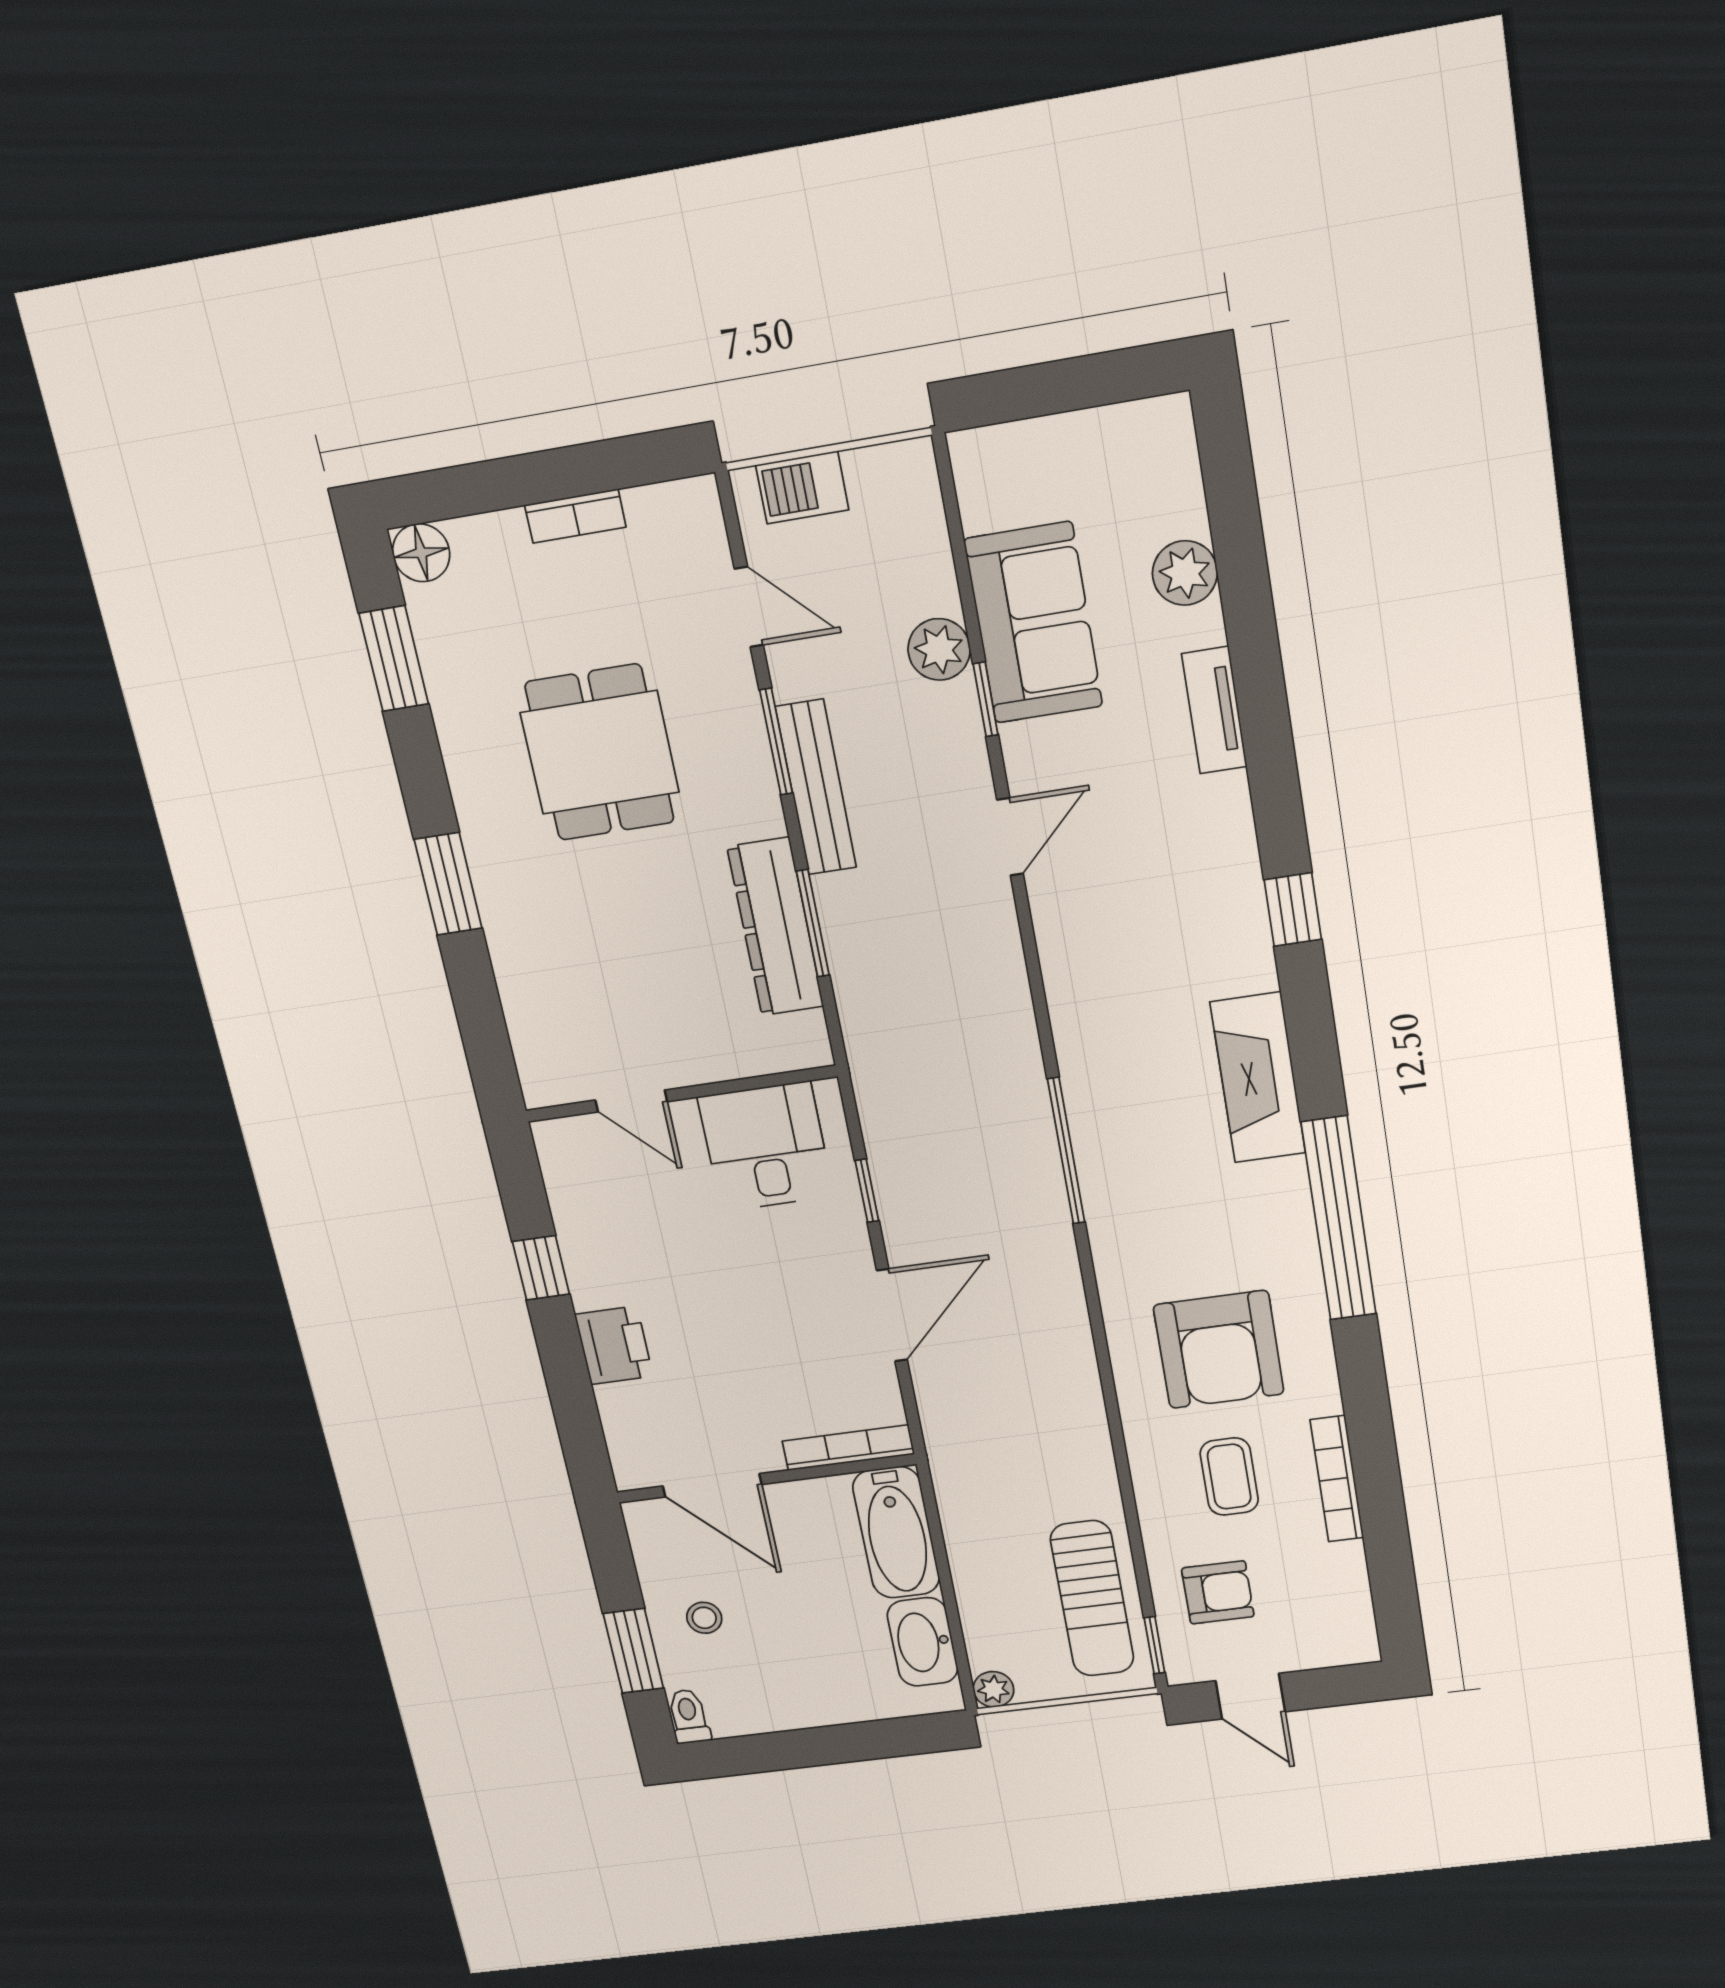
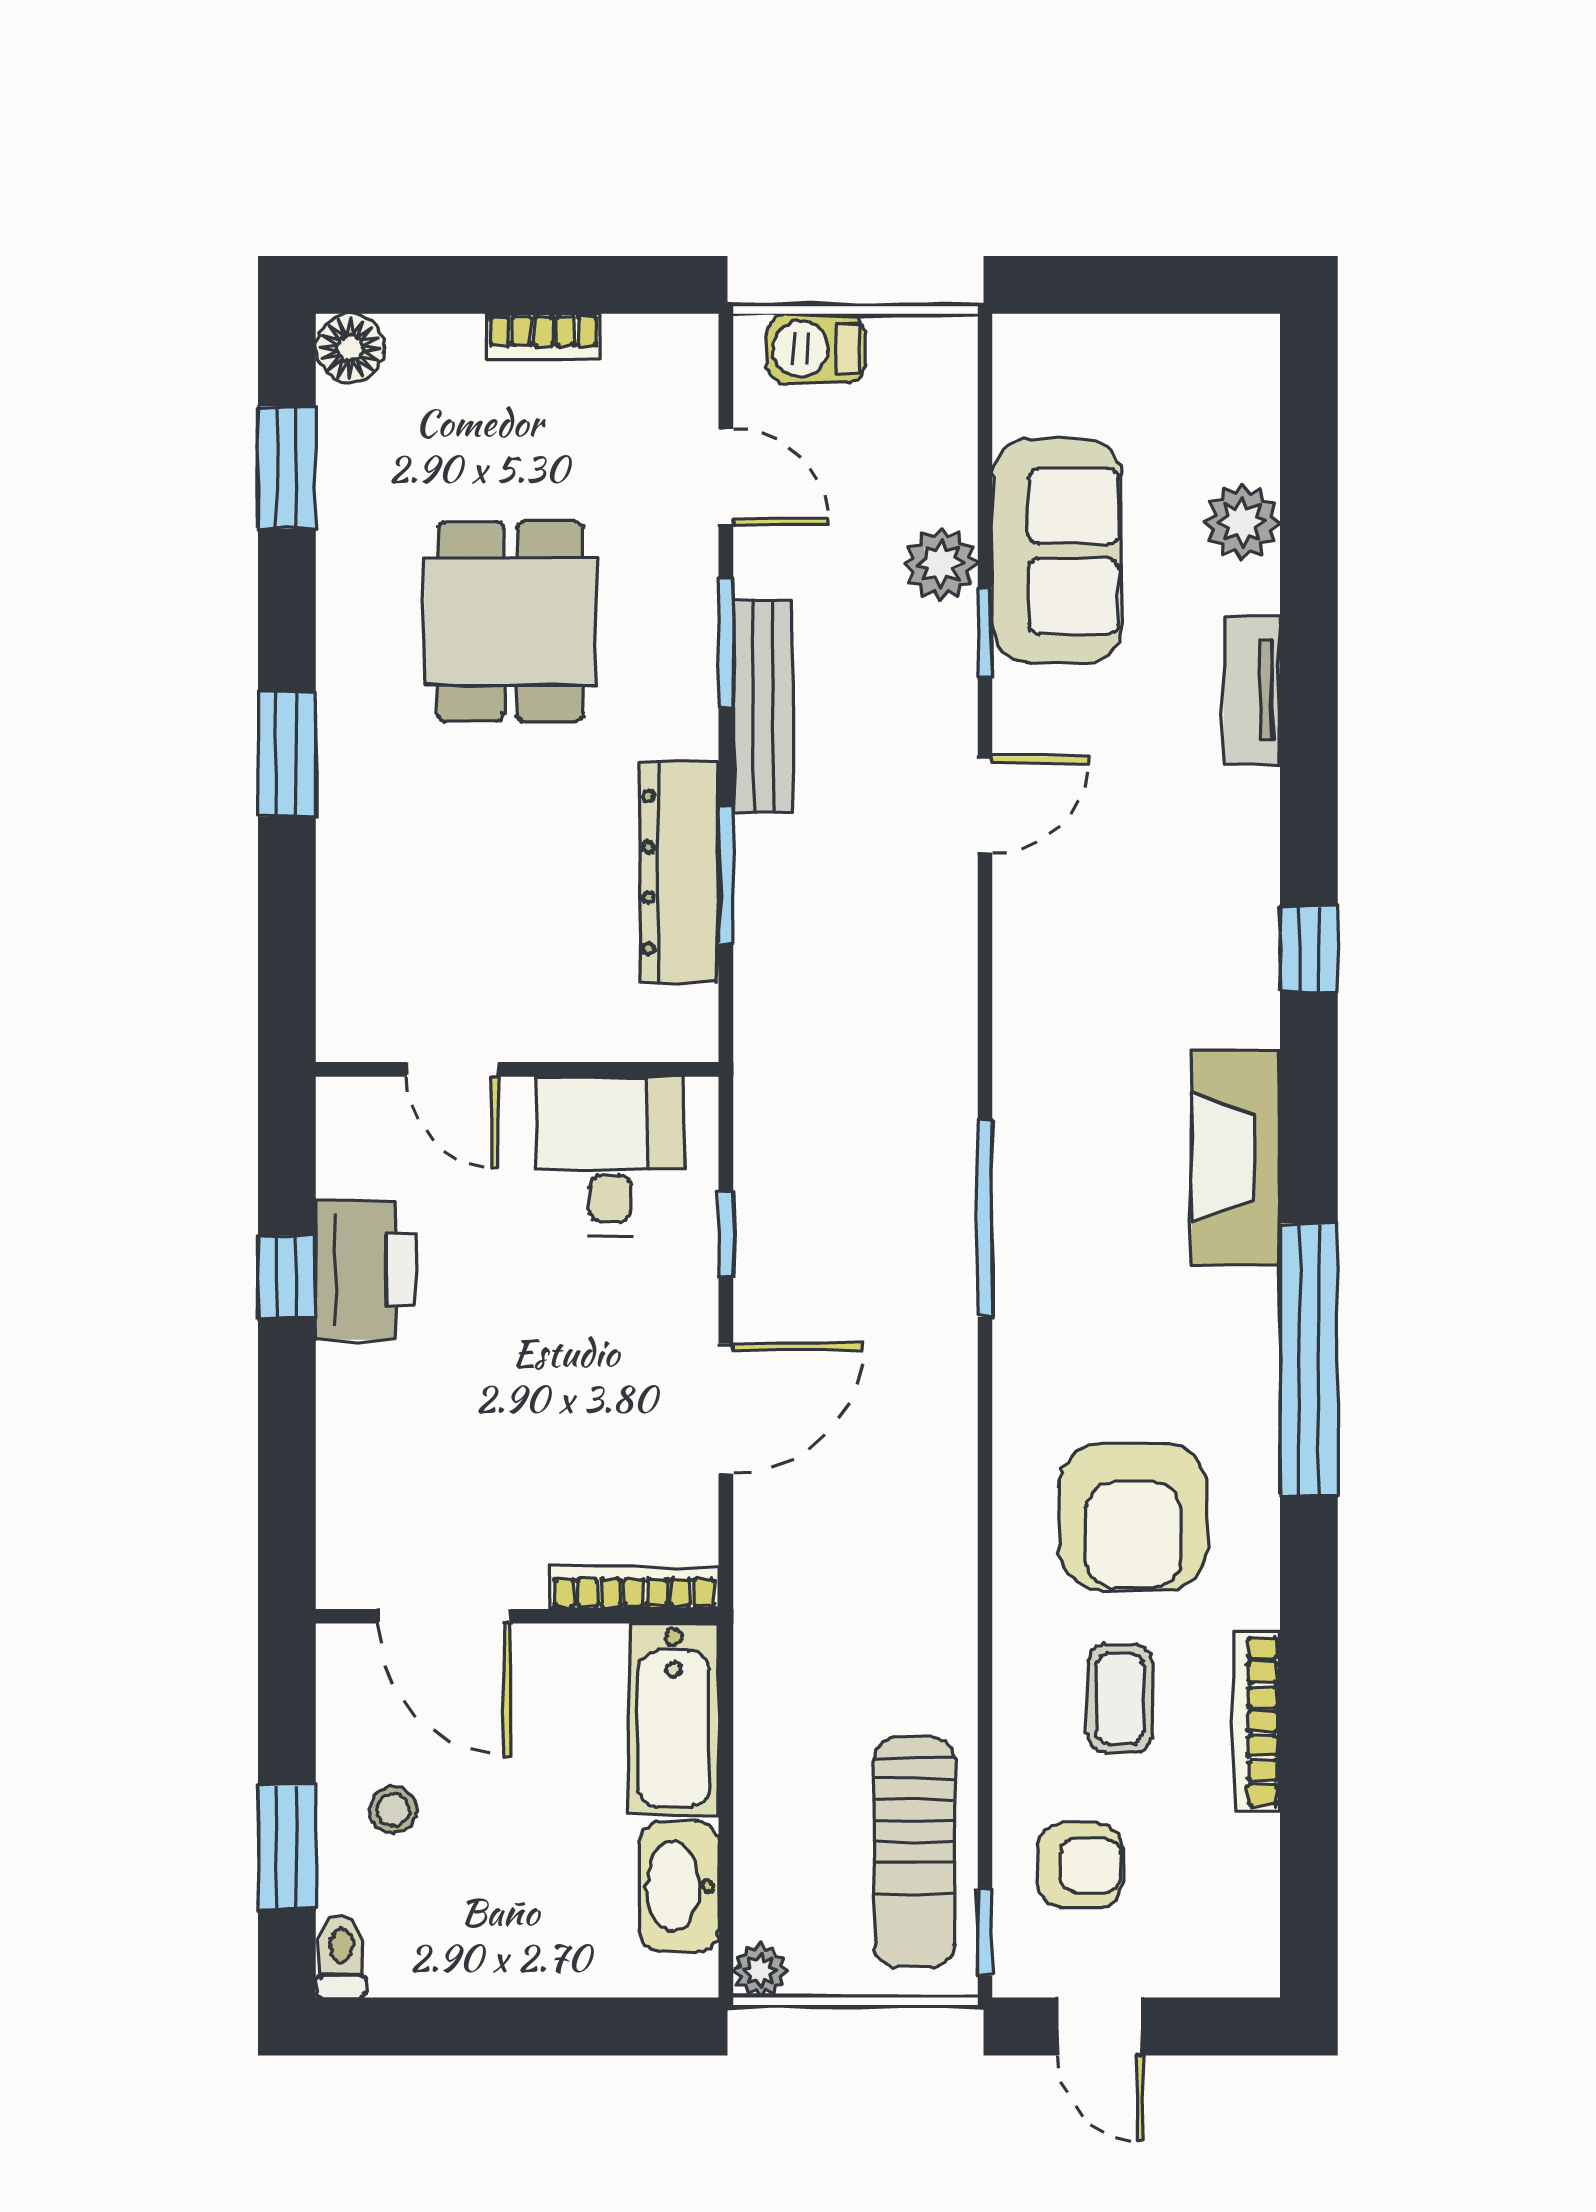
printer: (614, 1345) -> (366, 1270), moved, width x1.37, depth x1.19

